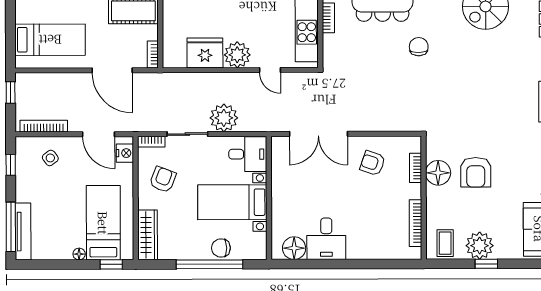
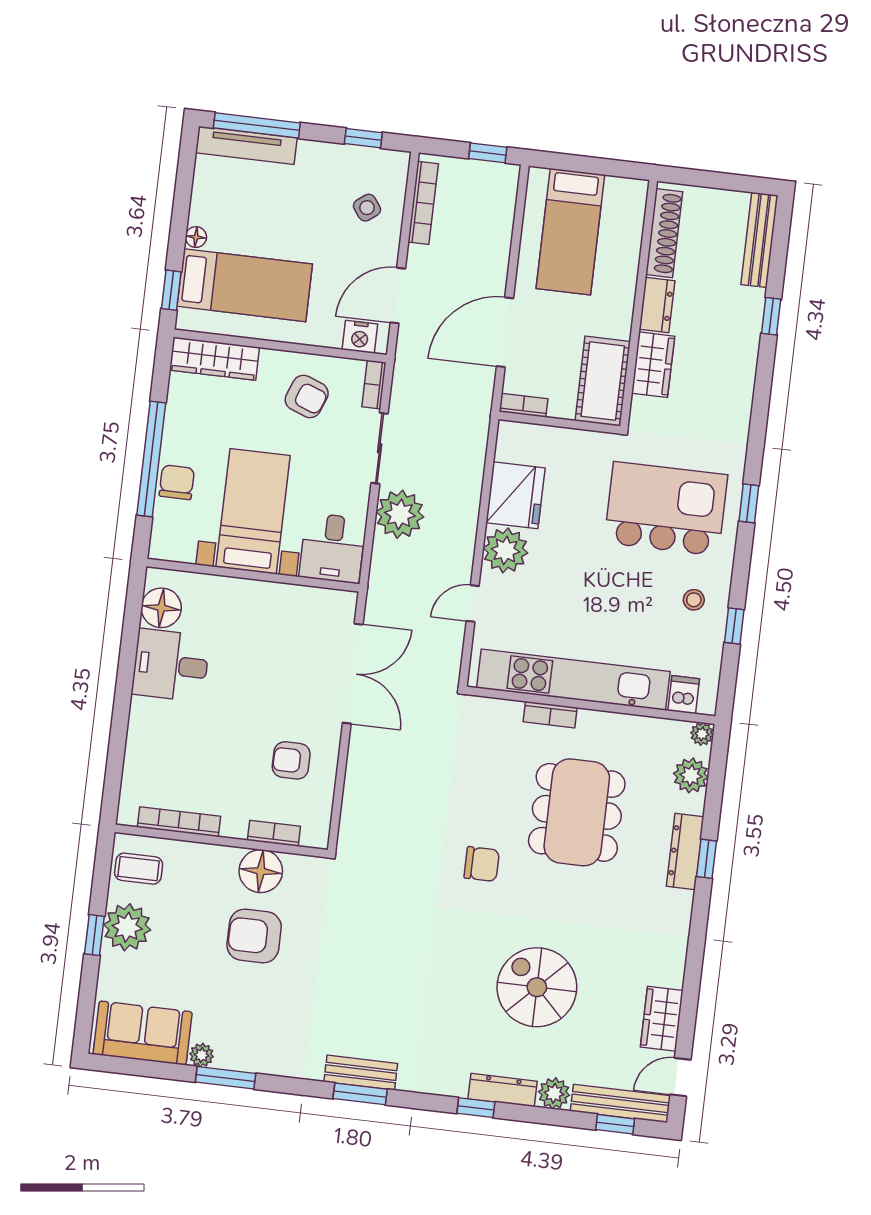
double door: (318, 134) -> (353, 674), swing flipped
armchair: (373, 163) -> (291, 760), turned -109

